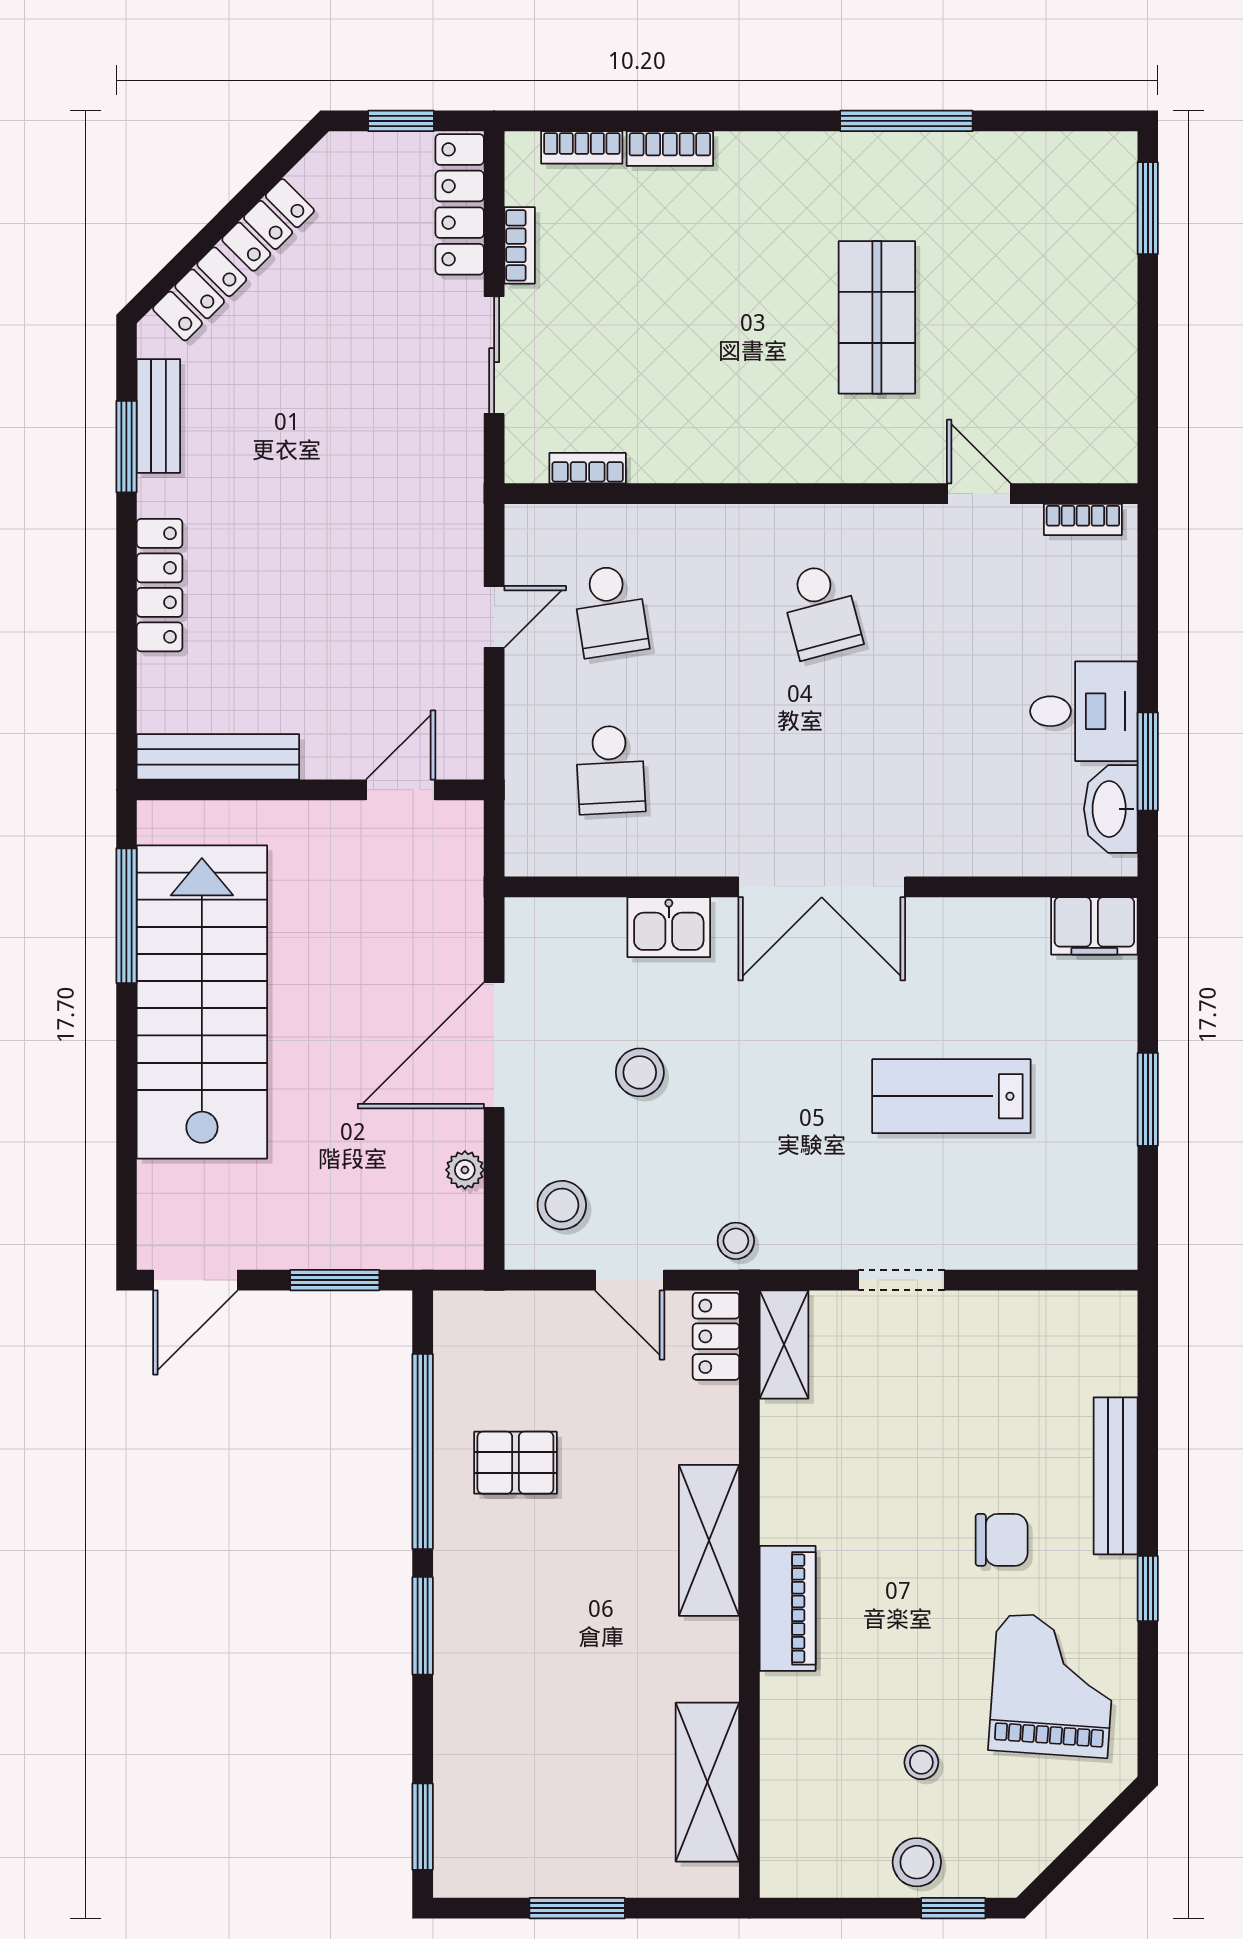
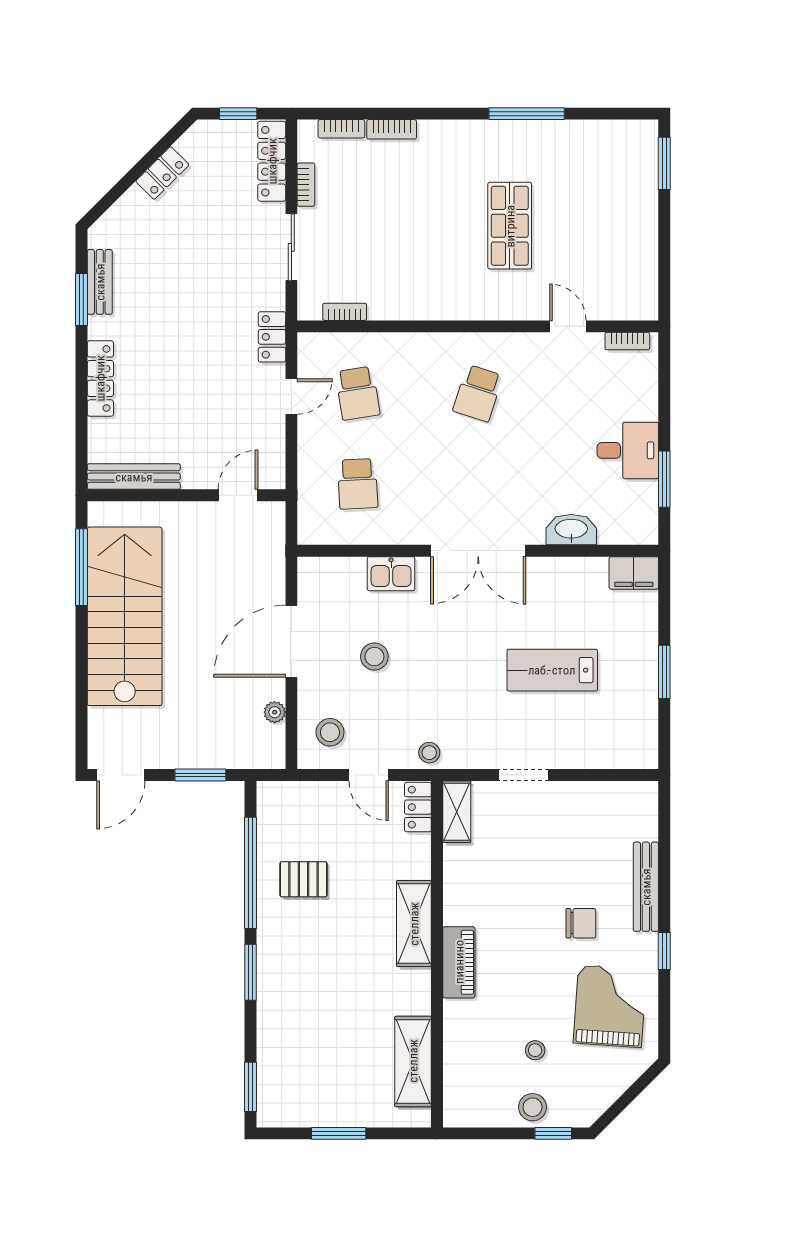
locker: (200, 294) -> (272, 337), moved, turned 135
school desk: (821, 611) -> (478, 393), turned 33
washbasin: (1111, 809) -> (571, 530), moved, turned 90

